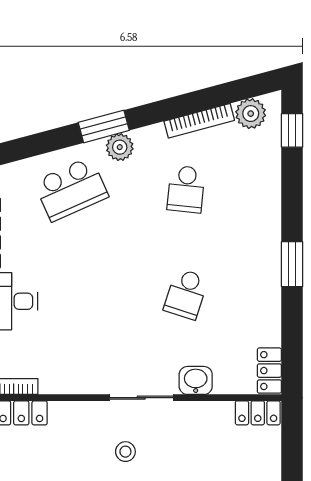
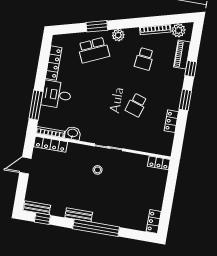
window: (104, 126) -> (97, 26), moved
window: (292, 130) -> (191, 69), moved
piano: (268, 165) -> (182, 55), added
locker: (269, 371) -> (171, 121), moved
washbasin: (196, 380) -> (73, 133), moved

